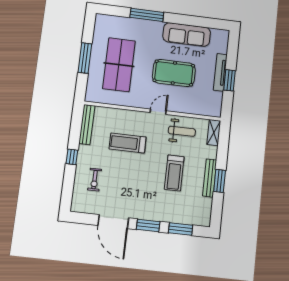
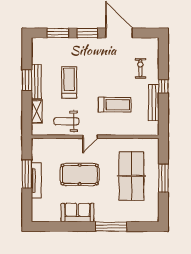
sofa: (187, 34) -> (78, 213), width x0.73
window: (230, 80) -> (27, 174), width x1.44
bench: (87, 125) -> (154, 103), moved
shelving: (214, 133) -> (37, 111), moved

